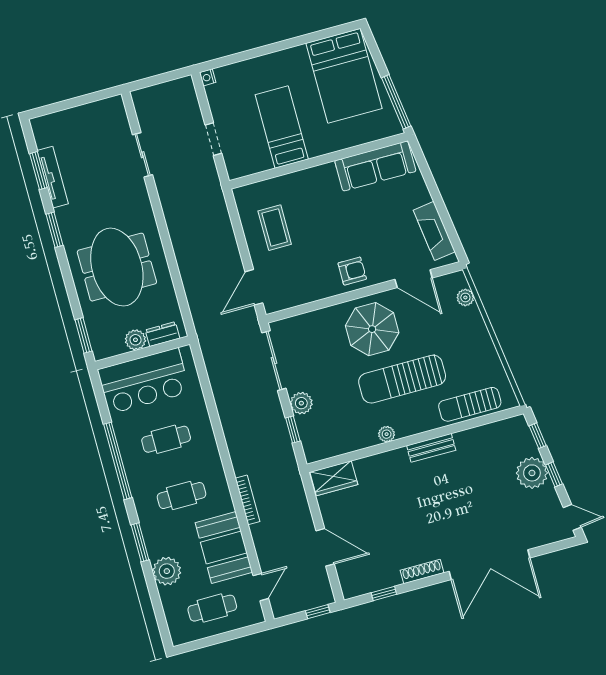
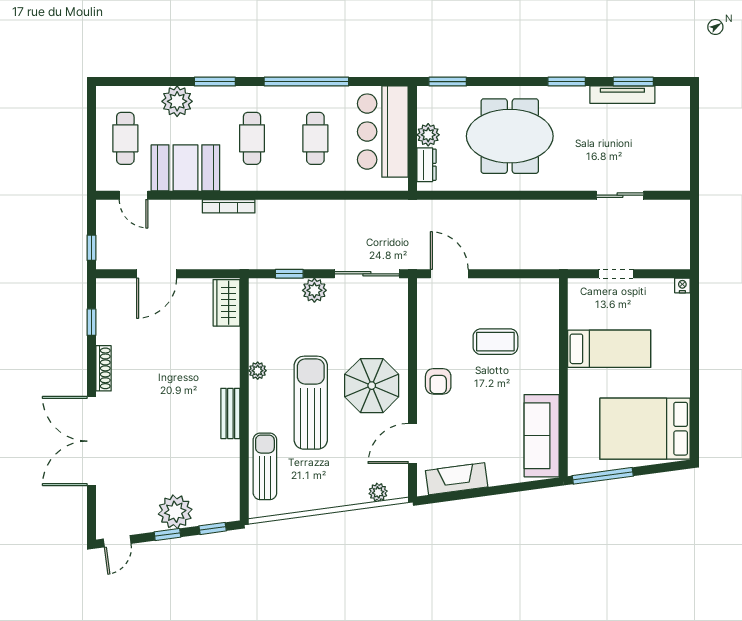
coffee table: (275, 228) -> (495, 342), moved

